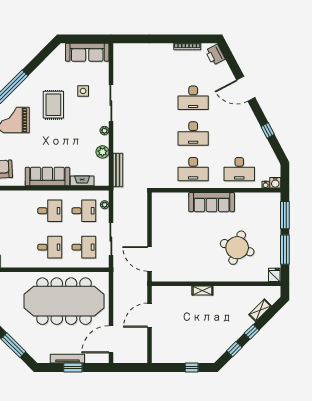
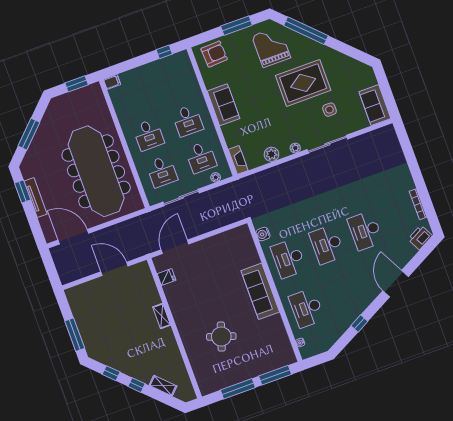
sofa: (87, 52) -> (375, 105), width x0.73
rug: (53, 105) -> (303, 83), width x1.37, depth x1.44
bench: (118, 170) -> (258, 178), removed
sofa: (47, 177) -> (223, 105), width x0.73
fireplace: (82, 181) -> (238, 160), moved
water cooler: (275, 183) -> (263, 234), moved
round table: (237, 248) -> (221, 337), width x0.73, depth x0.73
fridge: (274, 275) -> (167, 277), moved
window: (73, 368) -> (23, 191), moved
window: (192, 368) -> (75, 335), width x2.17

